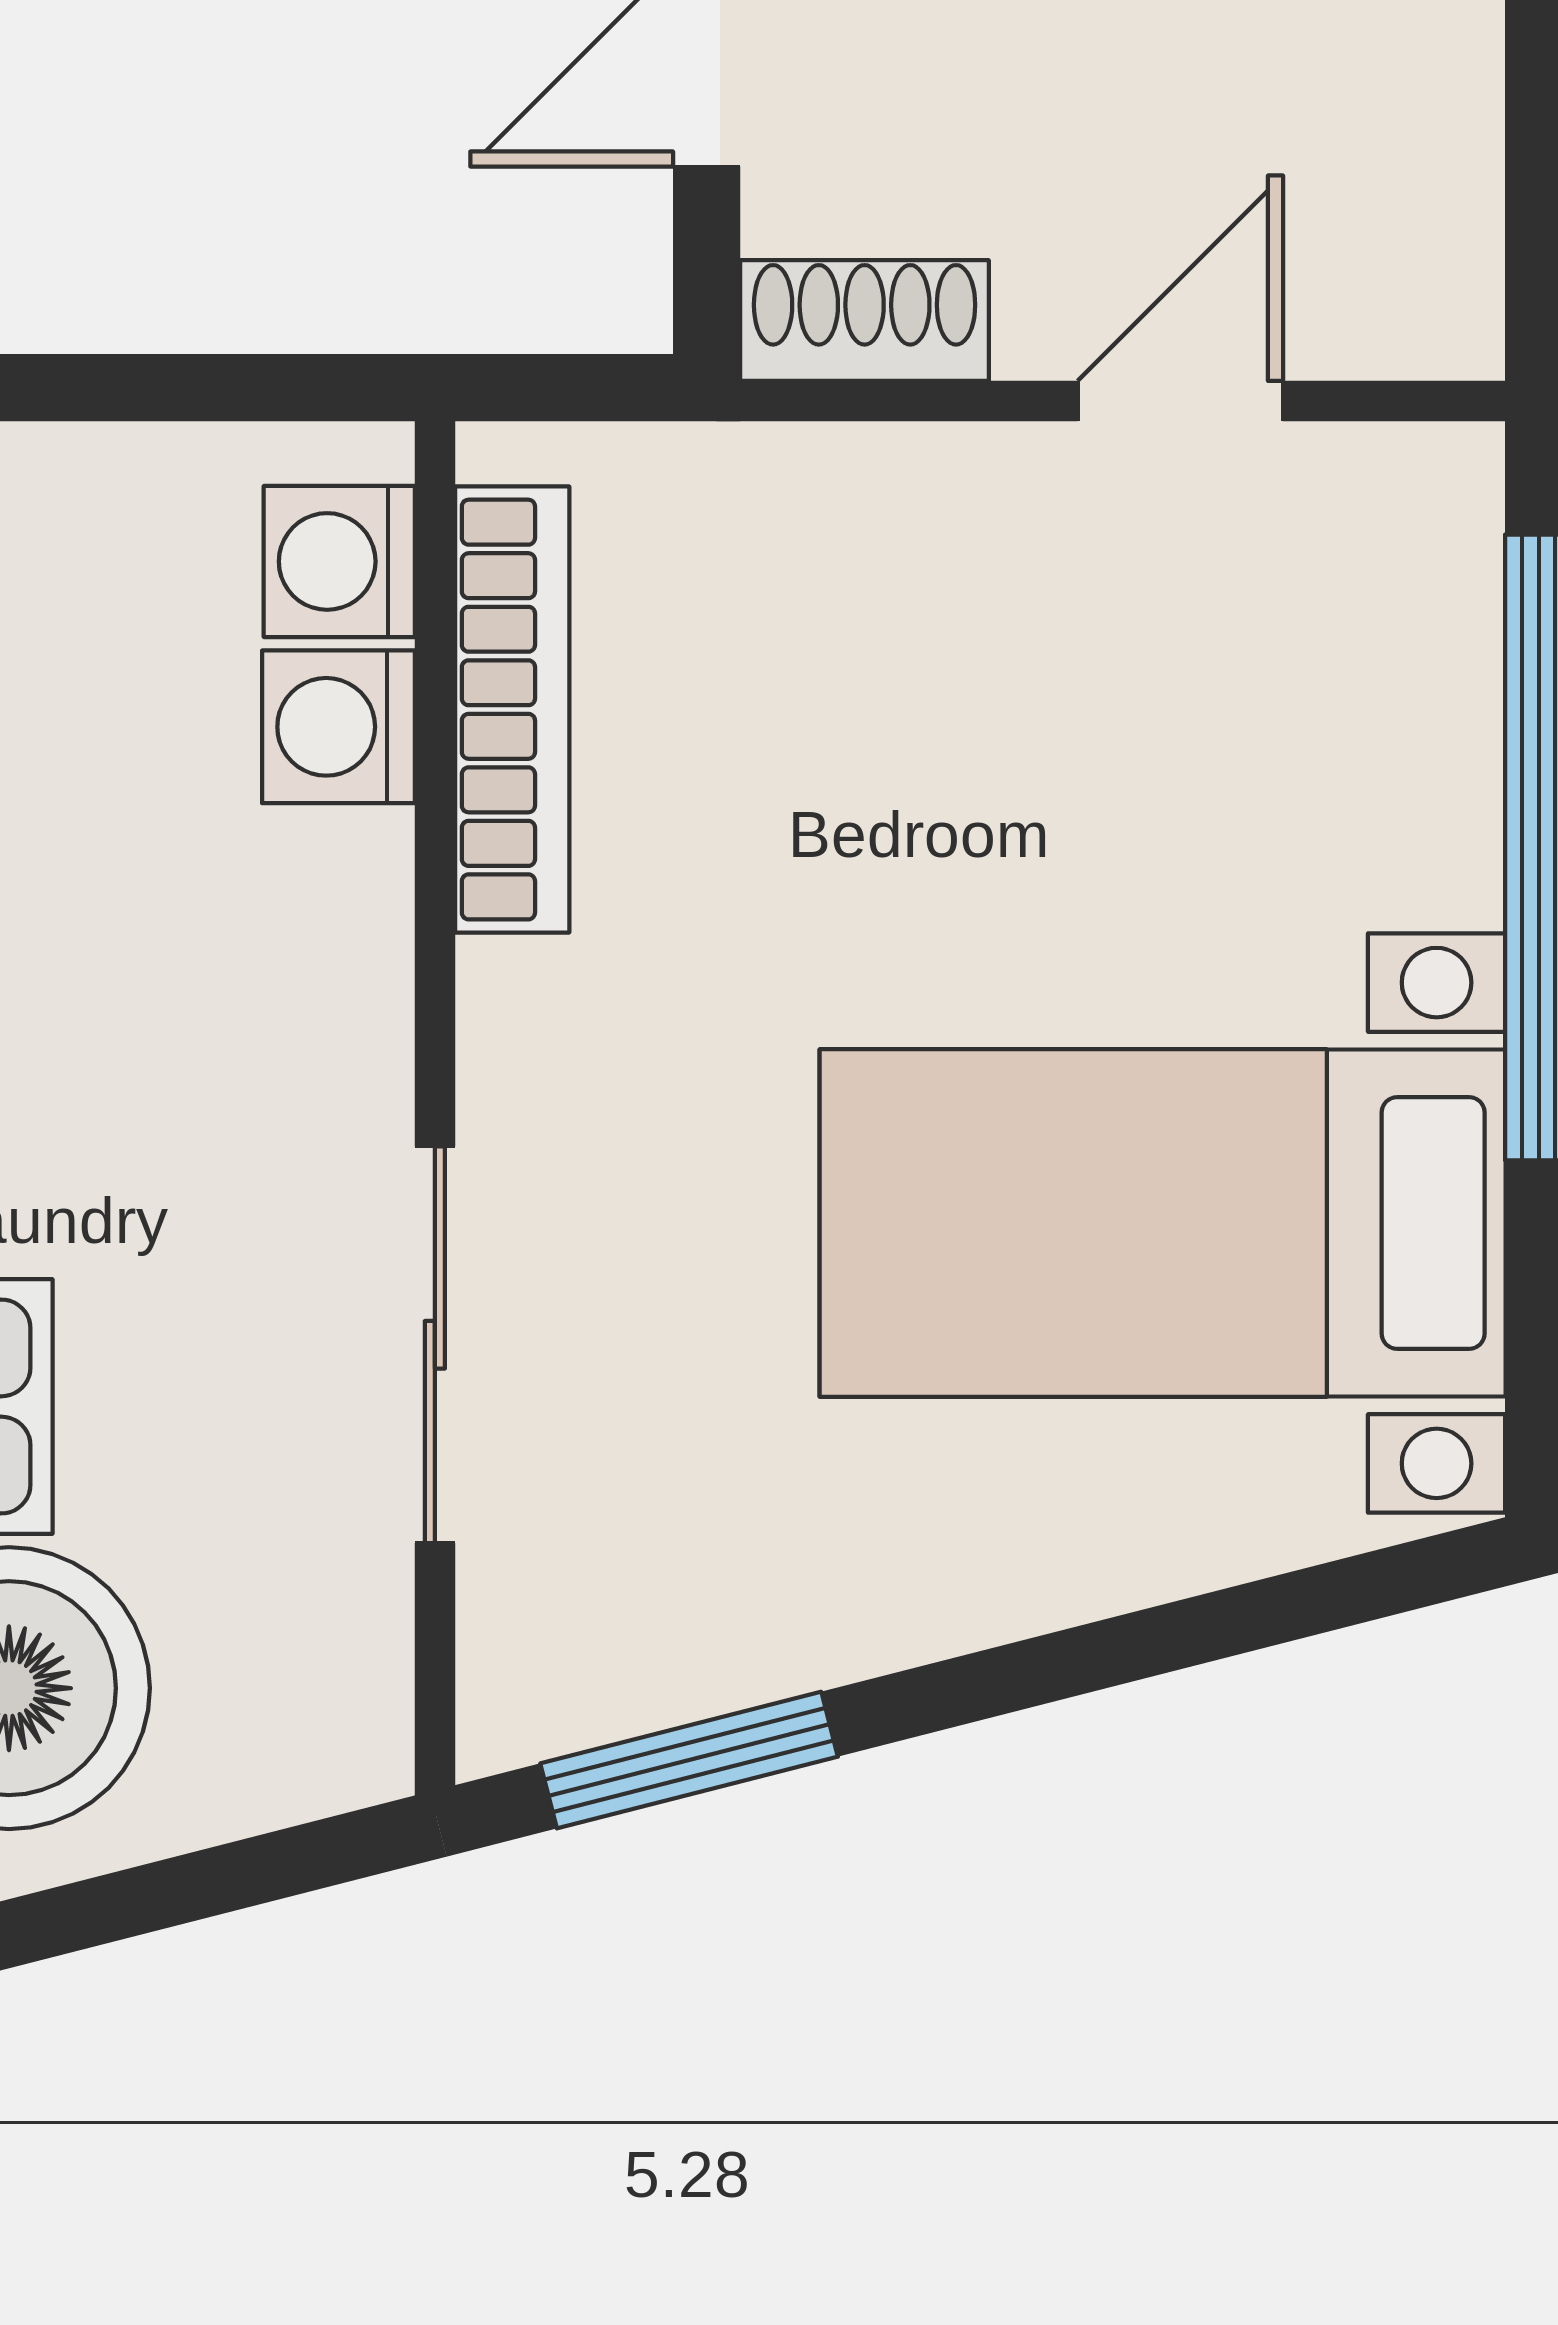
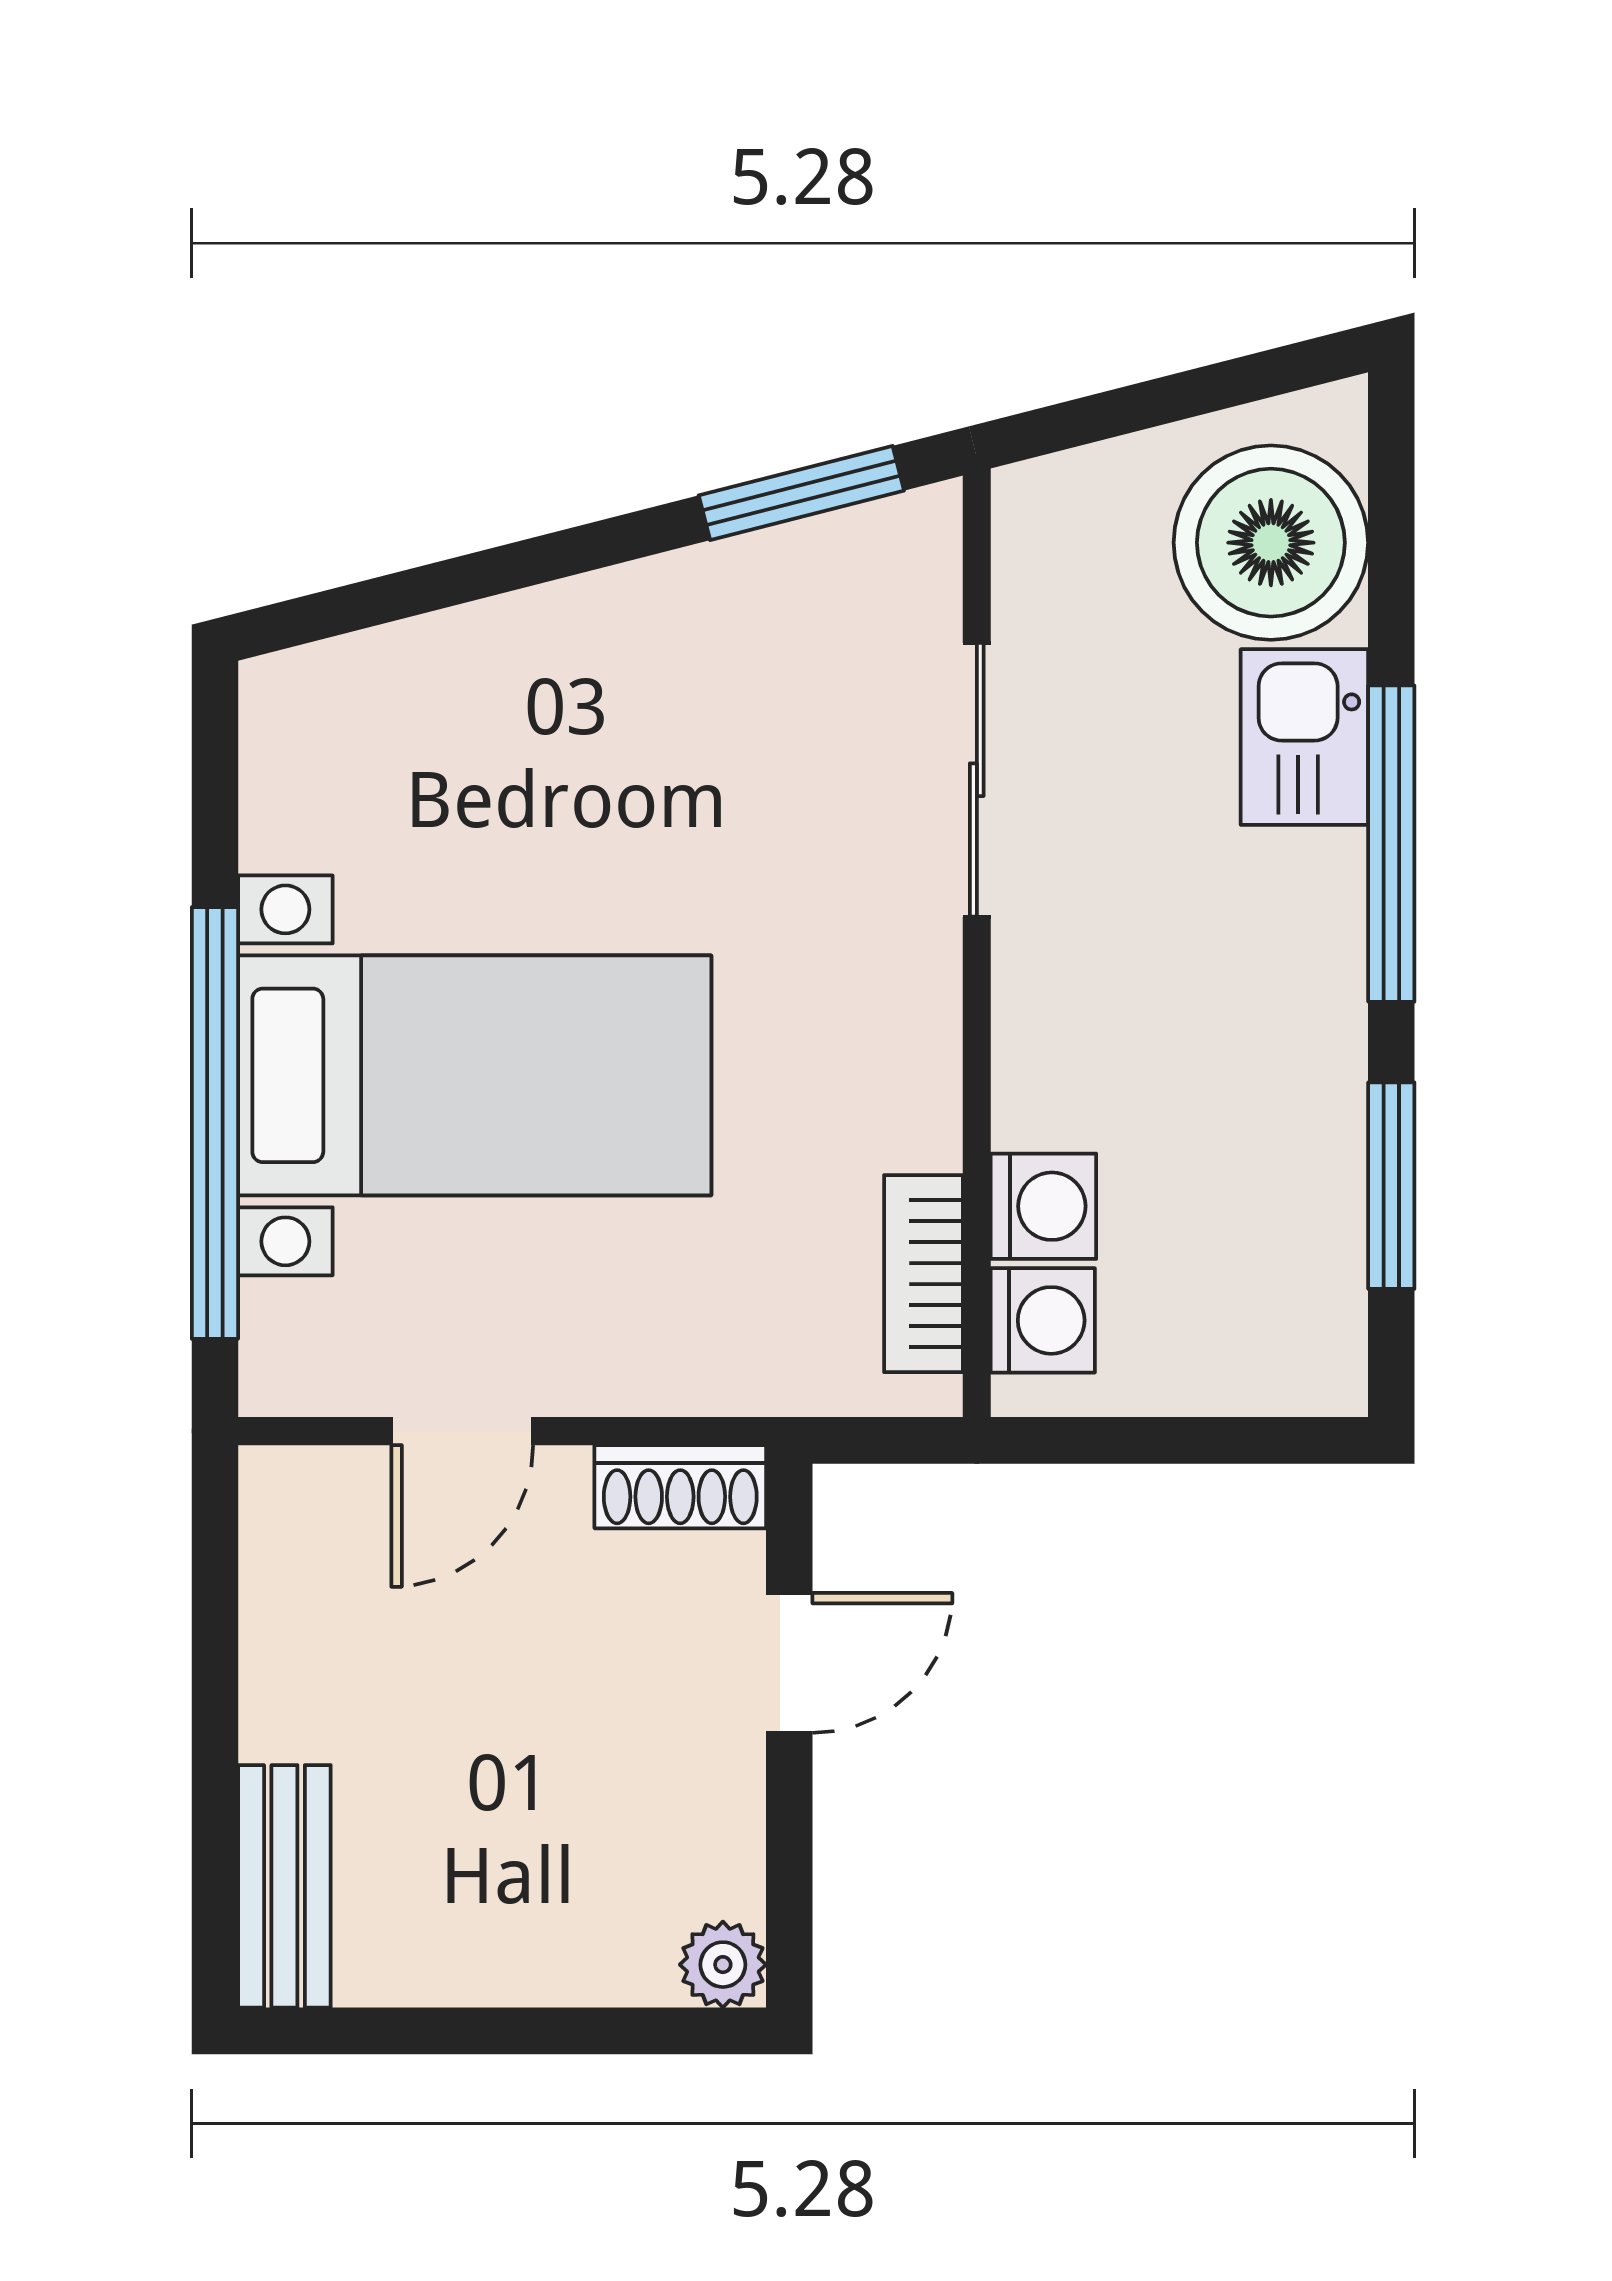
bookcase: (512, 710) -> (923, 1274), width x0.64
bed with nightstands: (1162, 1223) -> (475, 1075), moved

